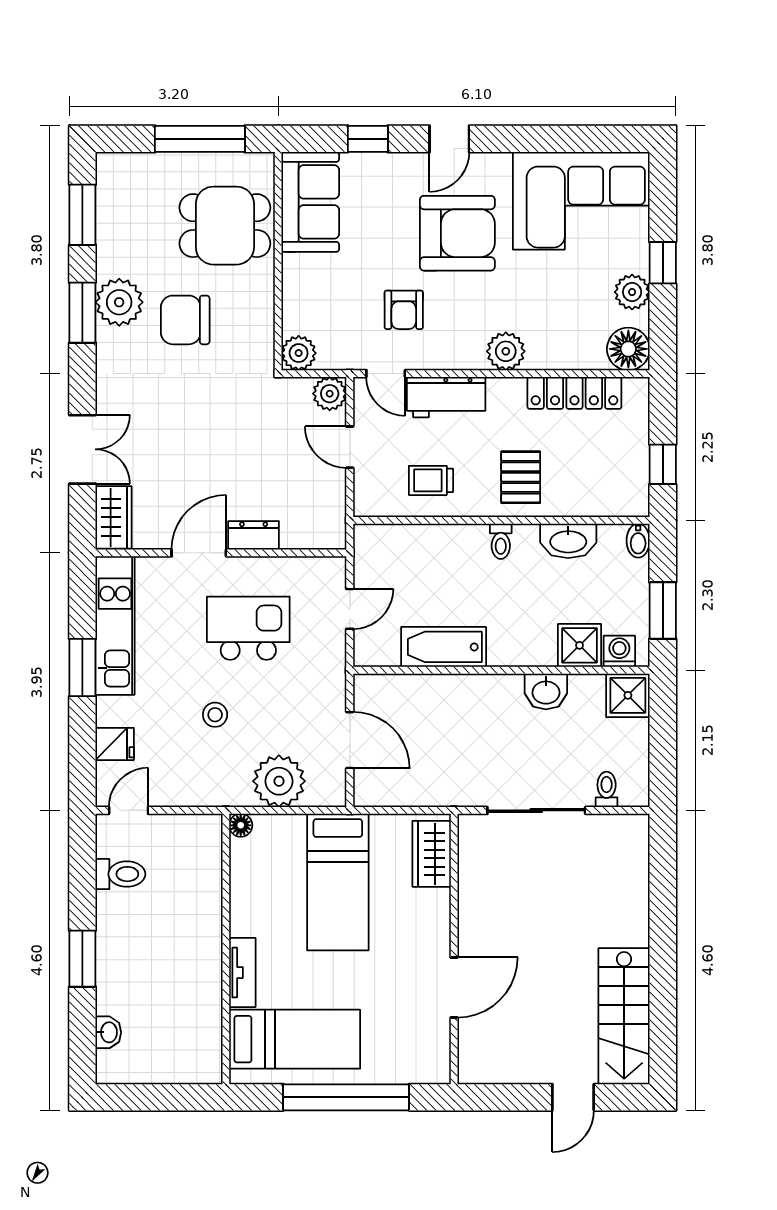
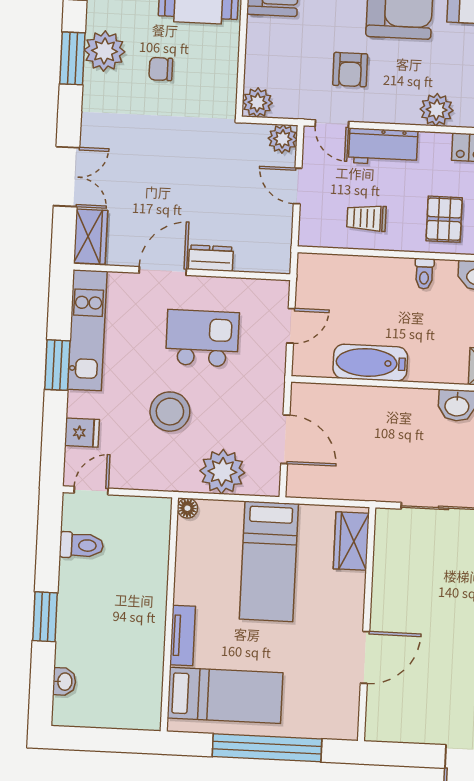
chair: (185, 320) -> (161, 69), width x0.54, depth x0.54
stool: (215, 715) -> (170, 412), width x1.89, depth x1.89

